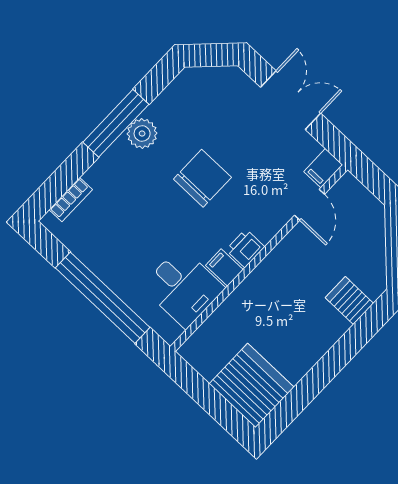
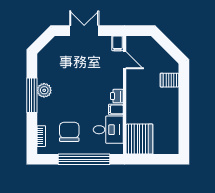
chair: (202, 178) -> (69, 132), moved
server rack: (252, 385) -> (139, 139), moved, turned 90

